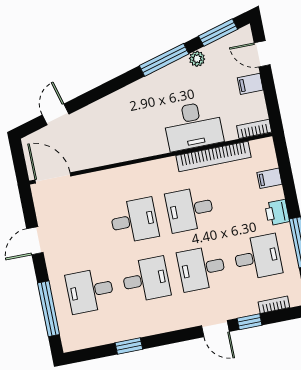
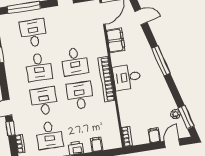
plant: (197, 59) -> (175, 114), moved
window: (164, 60) -> (161, 61), moved
desk: (193, 126) -> (127, 77), moved, width x0.73
filing cabinet: (96, 154) -> (116, 40), added
bookcase: (213, 156) -> (106, 79), moved

